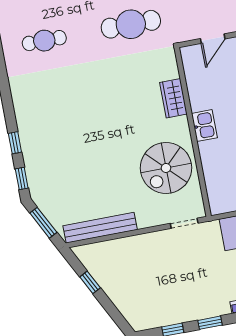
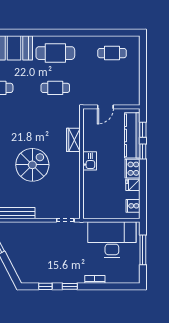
cafe table: (131, 24) -> (55, 88), width x0.73, depth x0.74
spiral stairs: (166, 168) -> (32, 165), moved, turned 180

